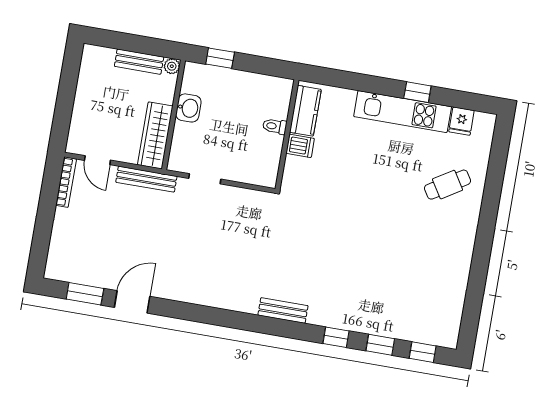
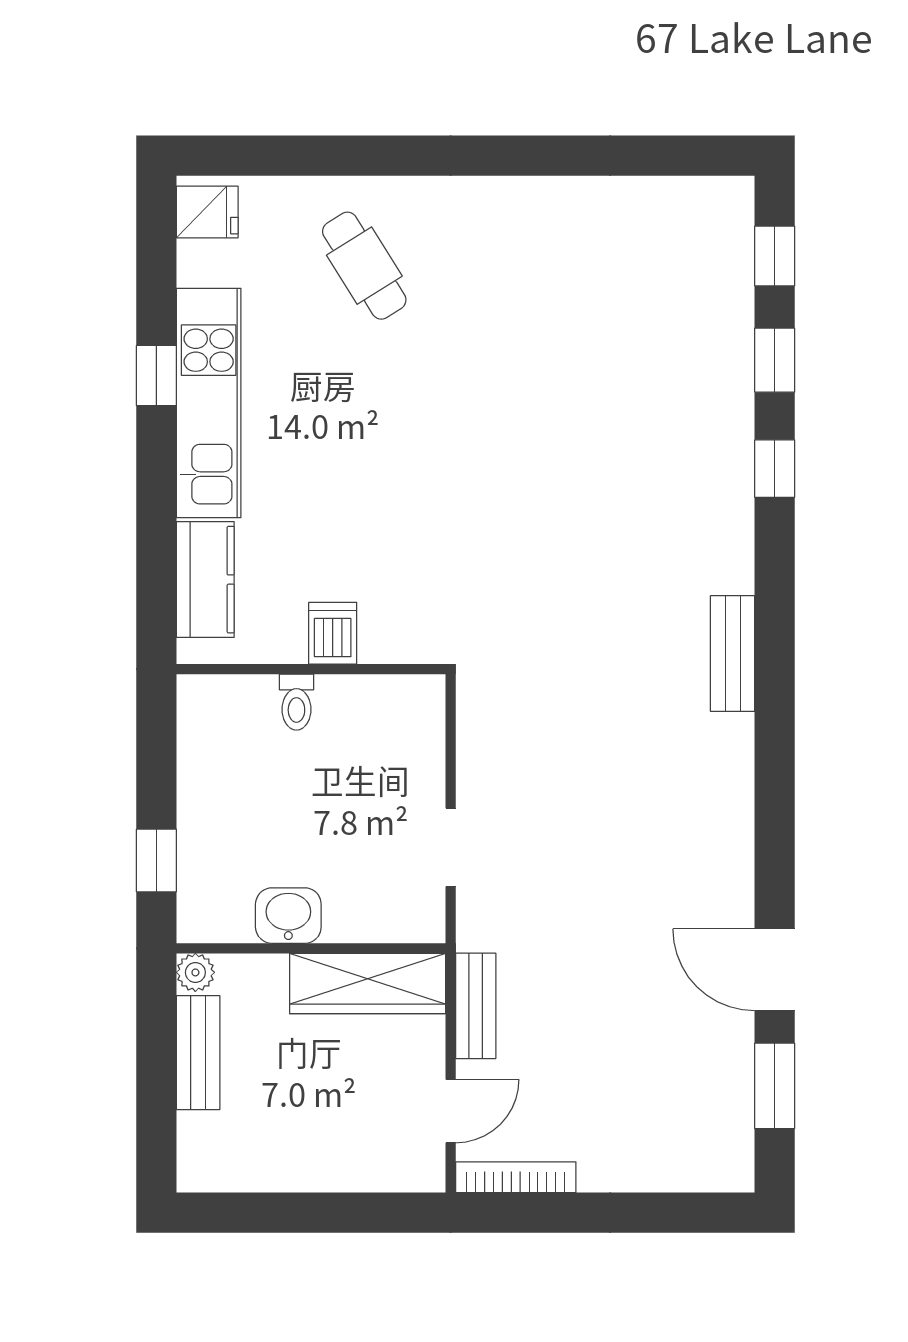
kitchen counter: (305, 111) -> (205, 580), moved, turned 90
fridge: (461, 121) -> (207, 212), moved
bench: (146, 179) -> (476, 1006), width x0.73
bench: (283, 310) -> (733, 654), moved

